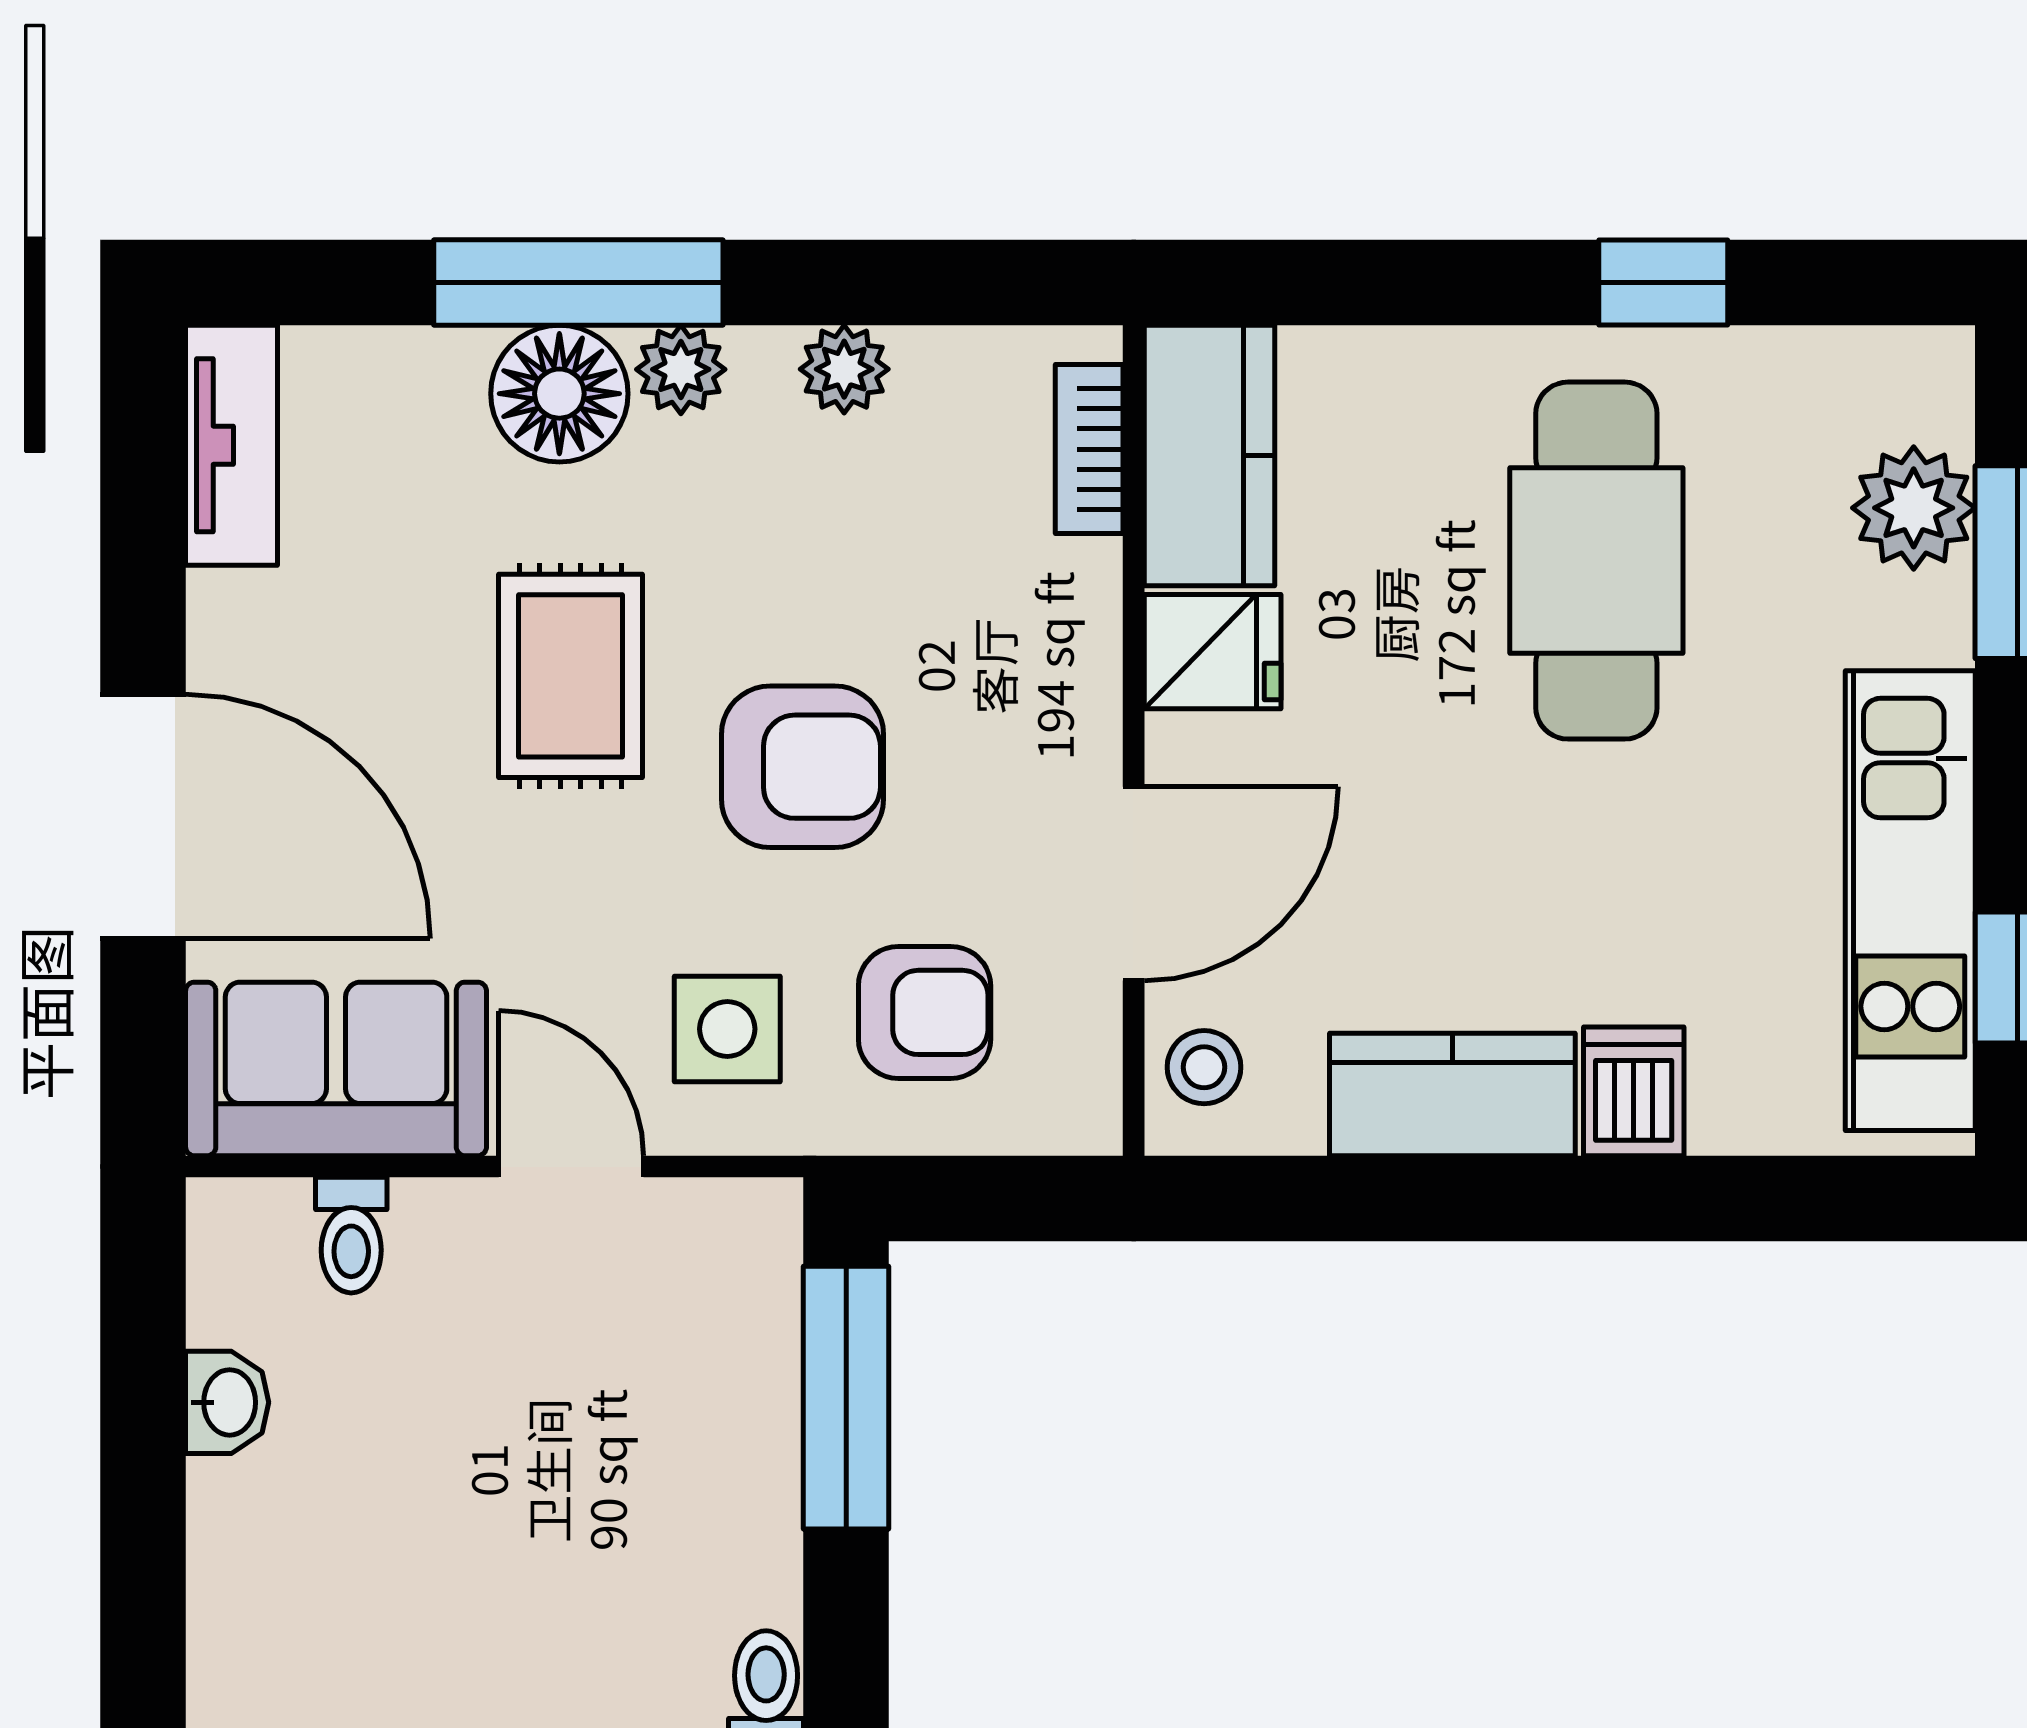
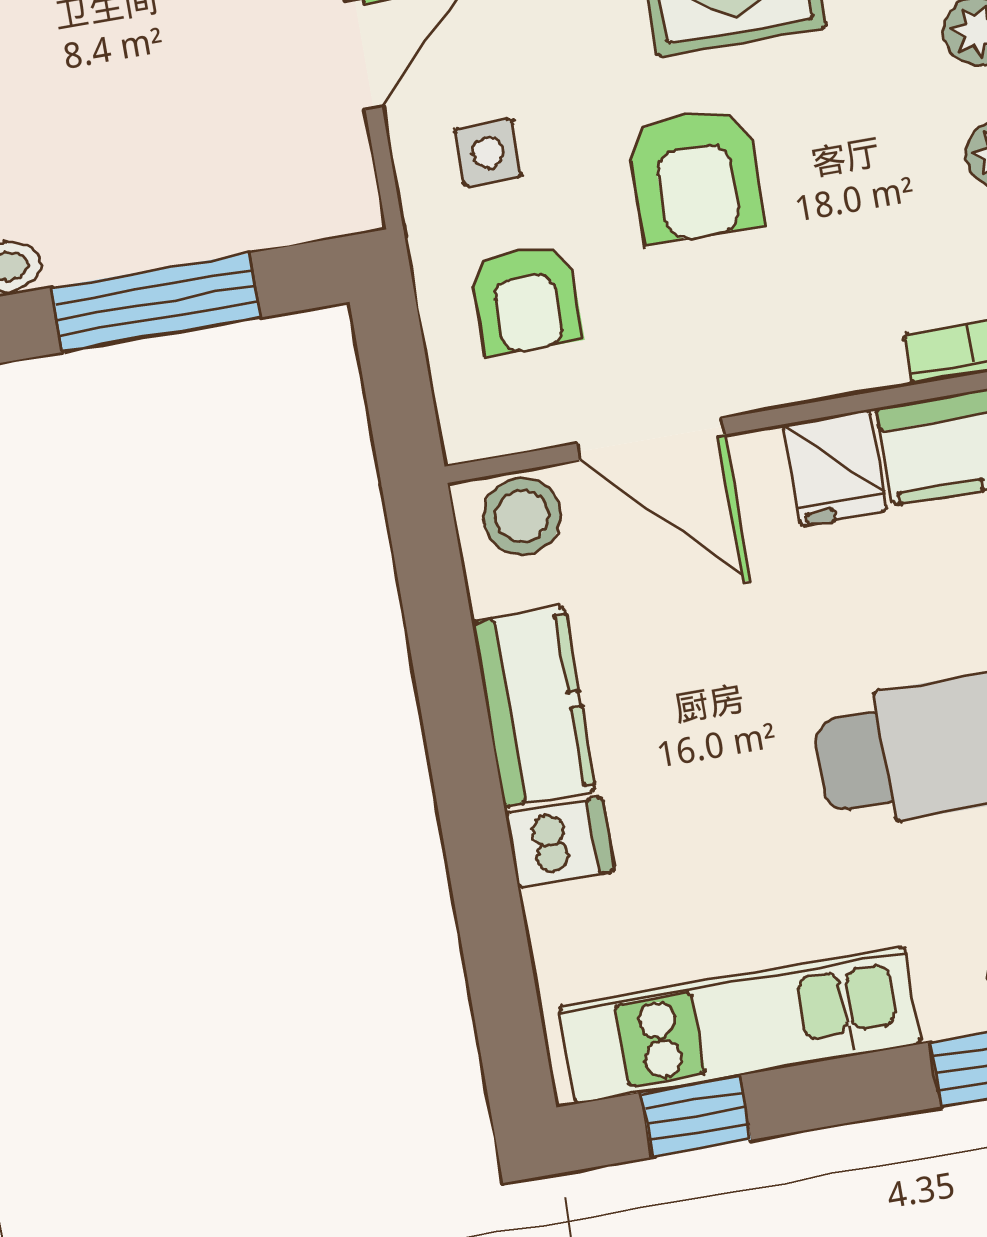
side table: (727, 1029) -> (488, 153), width x0.73, depth x0.73
stool: (1204, 1067) -> (522, 516), width x1.37, depth x1.37
window: (846, 1398) -> (156, 303), moved

